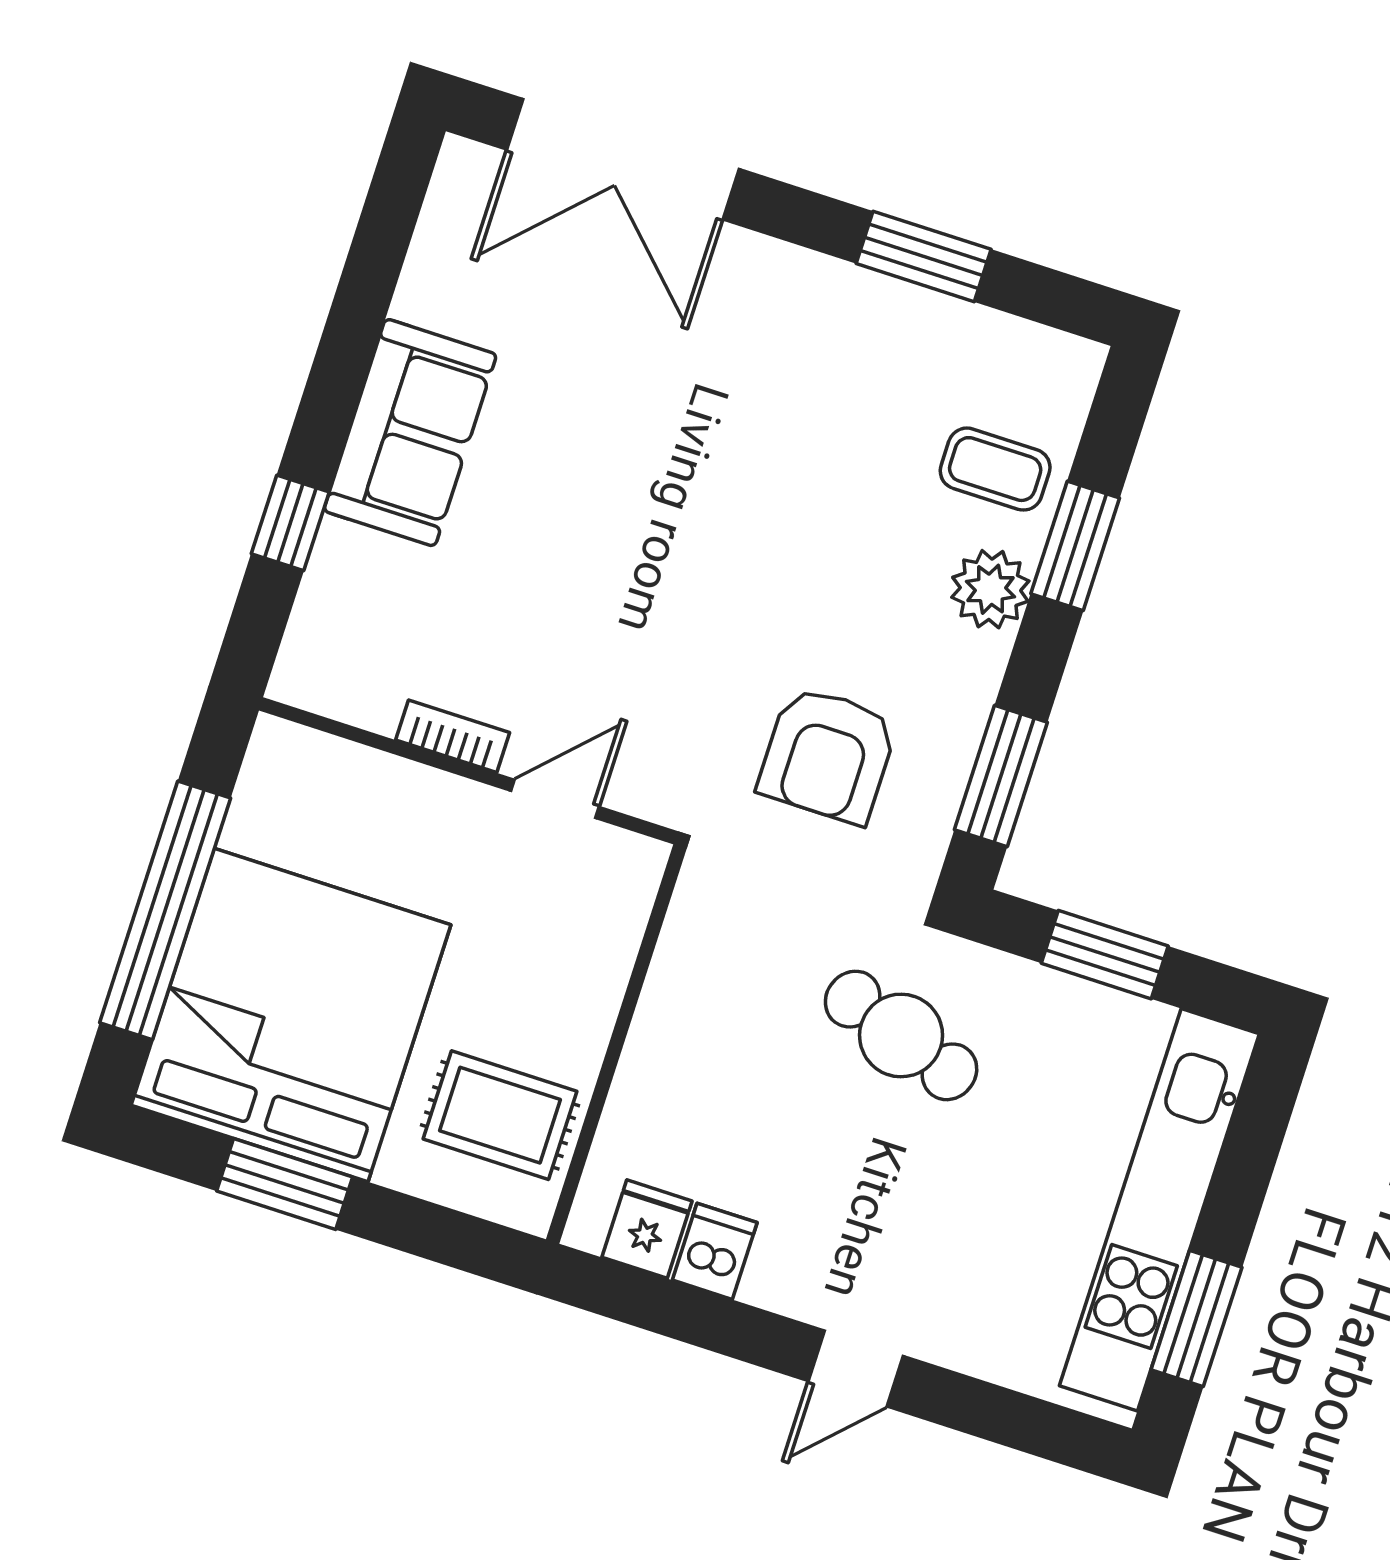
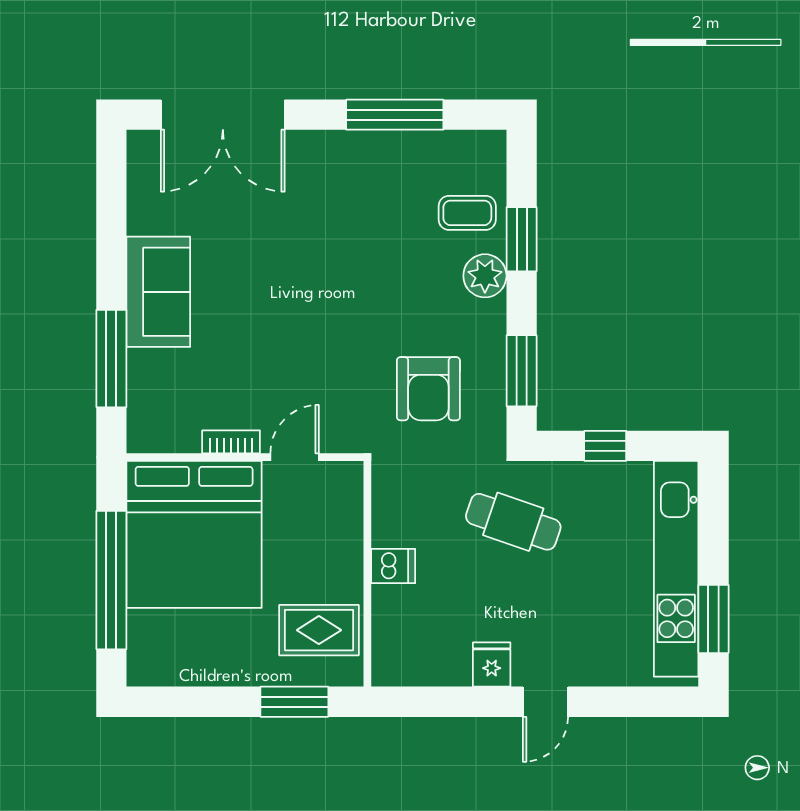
window: (924, 256) -> (395, 115), width x1.44
window: (290, 523) -> (111, 359), width x2.17
window: (1105, 955) -> (605, 446), width x0.67
bed: (291, 1015) -> (194, 534), moved, turned 180
window: (285, 1184) -> (294, 702), moved
fridge: (647, 1229) -> (492, 664), moved
dishwasher: (715, 1251) -> (393, 566), moved, turned 90

